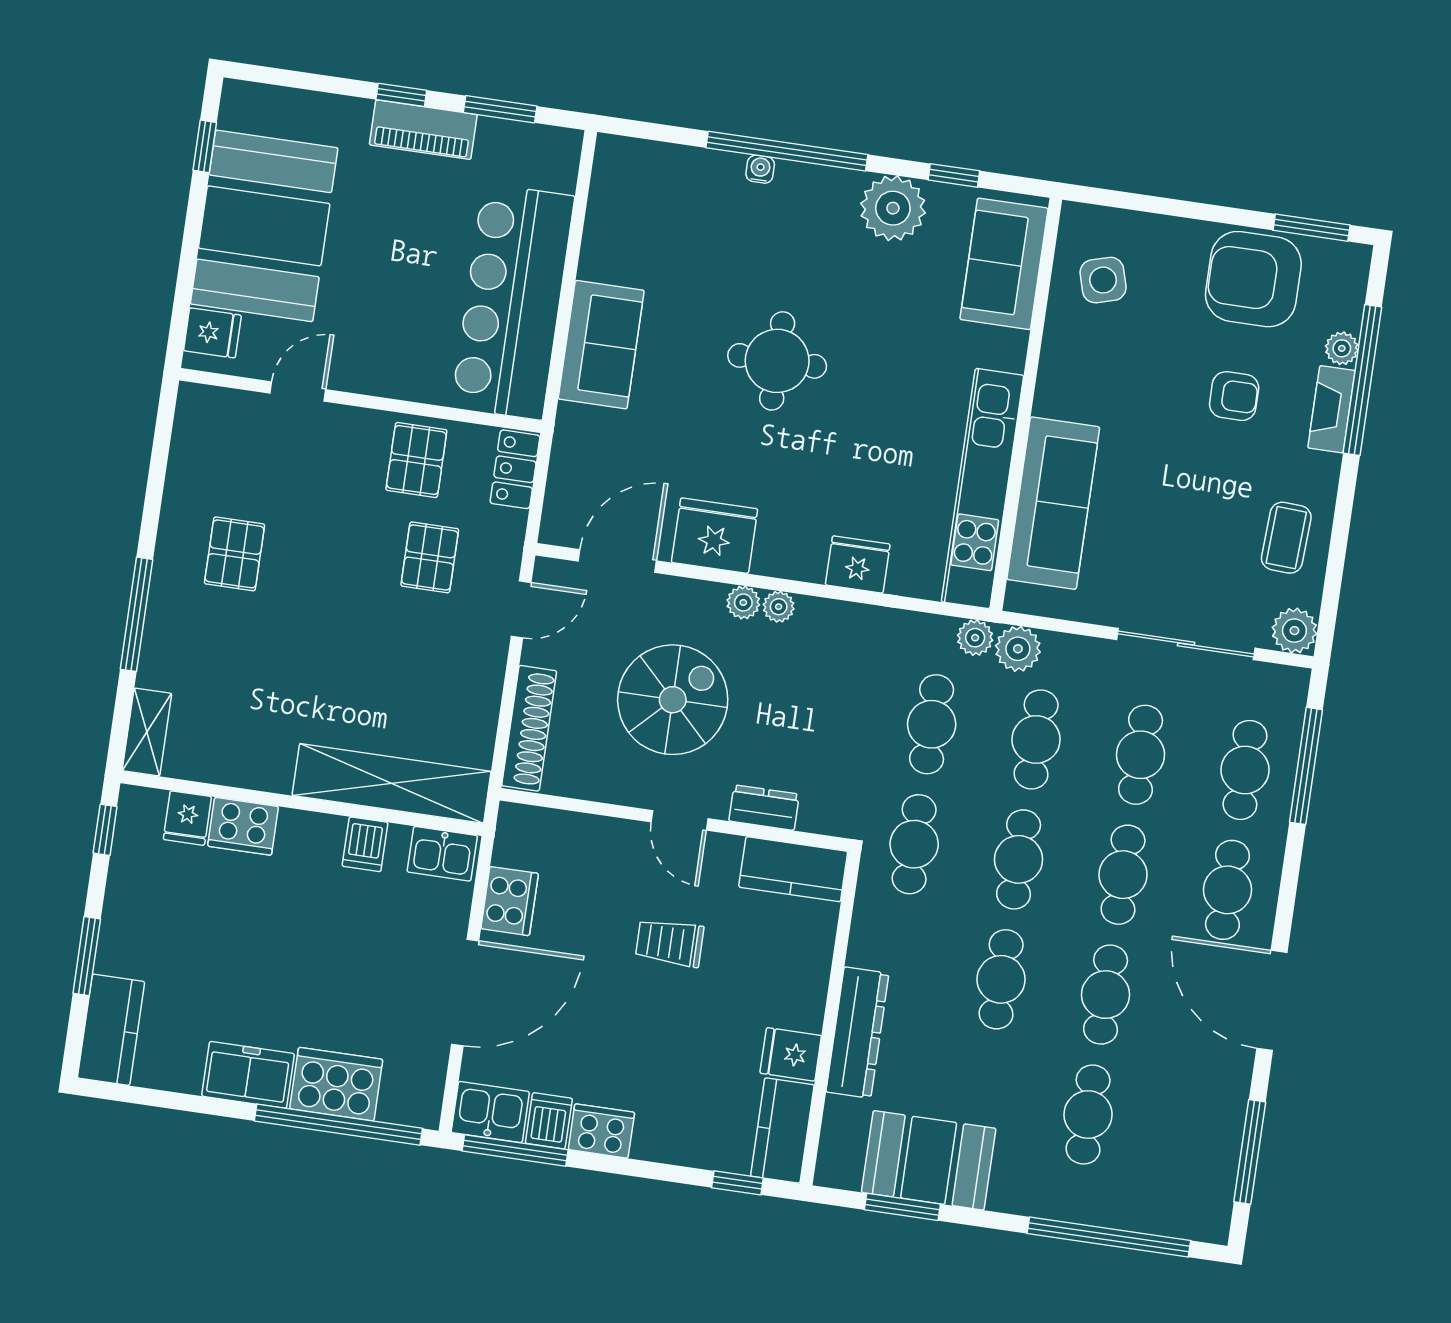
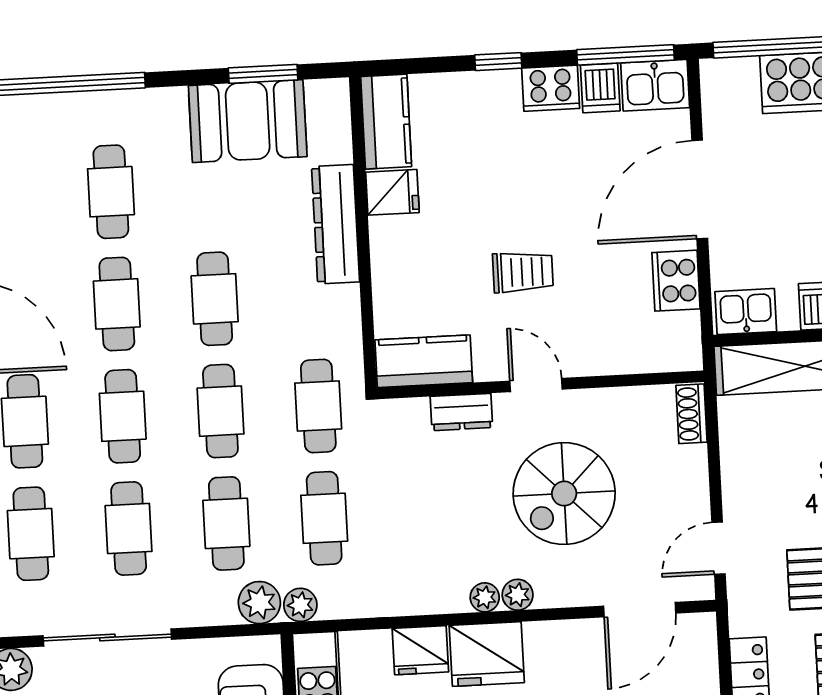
fridge: (715, 536) -> (487, 654), moved
shoe rack: (529, 728) -> (691, 414), width x0.51, depth x0.81
window: (737, 1183) -> (498, 62), moved

